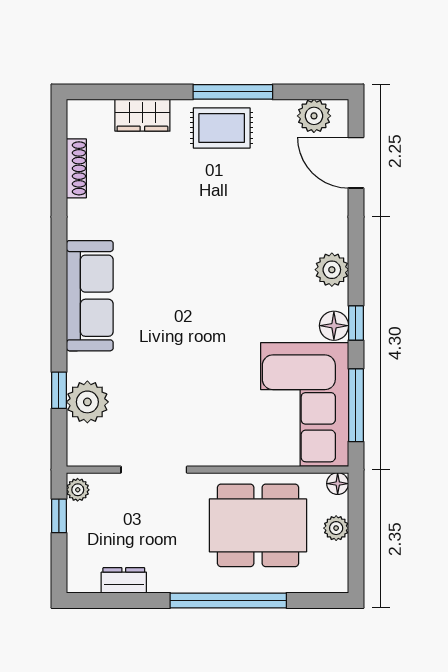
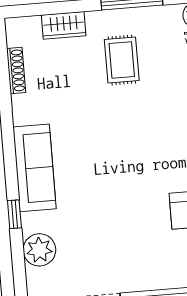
rug: (222, 128) -> (122, 60), moved, turned 90
window: (59, 390) -> (14, 214), moved

